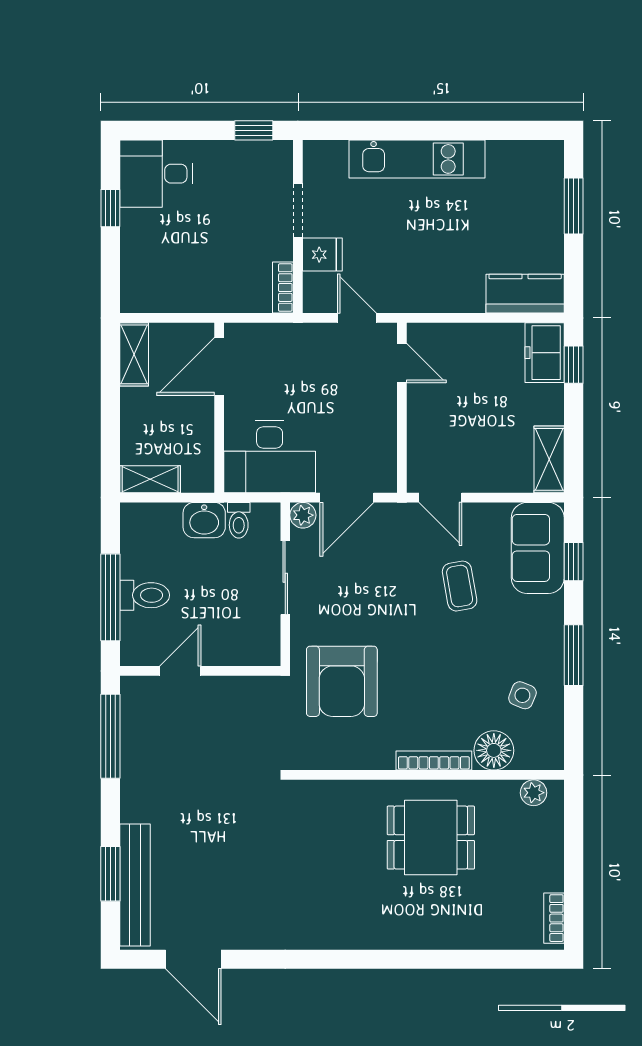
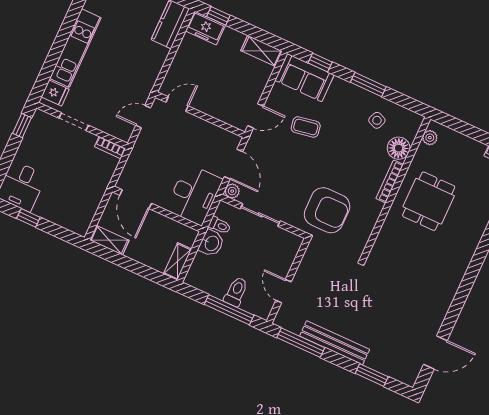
fridge: (322, 255) -> (55, 93), moved, turned 90
bench: (135, 885) -> (335, 343), moved

